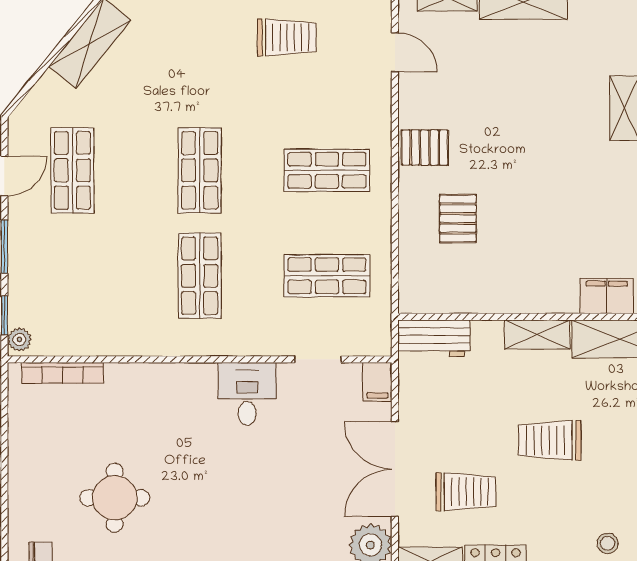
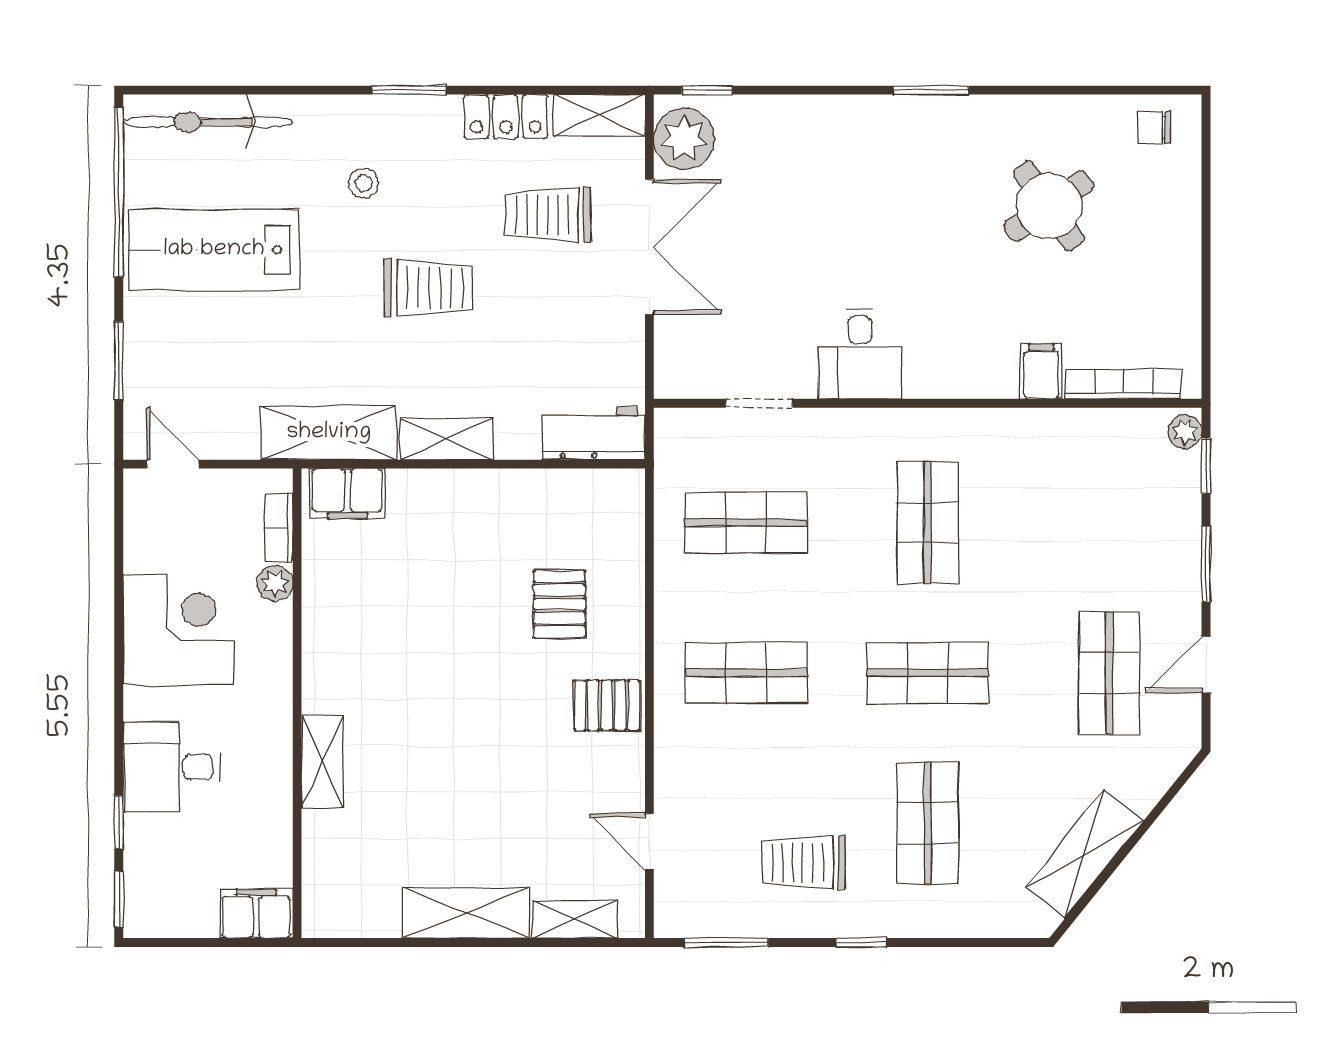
shop shelf: (200, 65) -> (928, 823), added
shop shelf: (200, 170) -> (928, 673), turned 90
filing cabinet: (377, 382) -> (1041, 371), moved
round table: (115, 498) -> (1049, 206), turned -35
stool: (608, 543) -> (364, 183), moved

